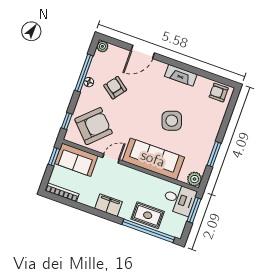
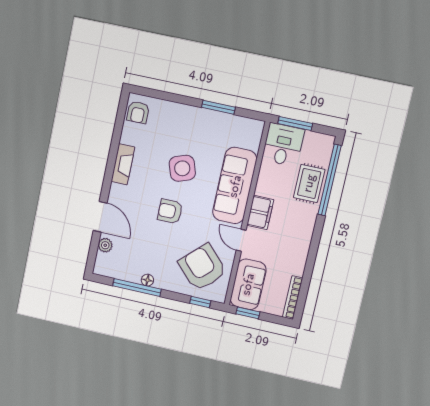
plant: (102, 46) -> (105, 245), moved
armchair: (115, 88) -> (170, 211), moved, turned 53
plant: (195, 179) -> (254, 128), removed
filing cabinet: (109, 205) -> (260, 212), moved, turned 180

